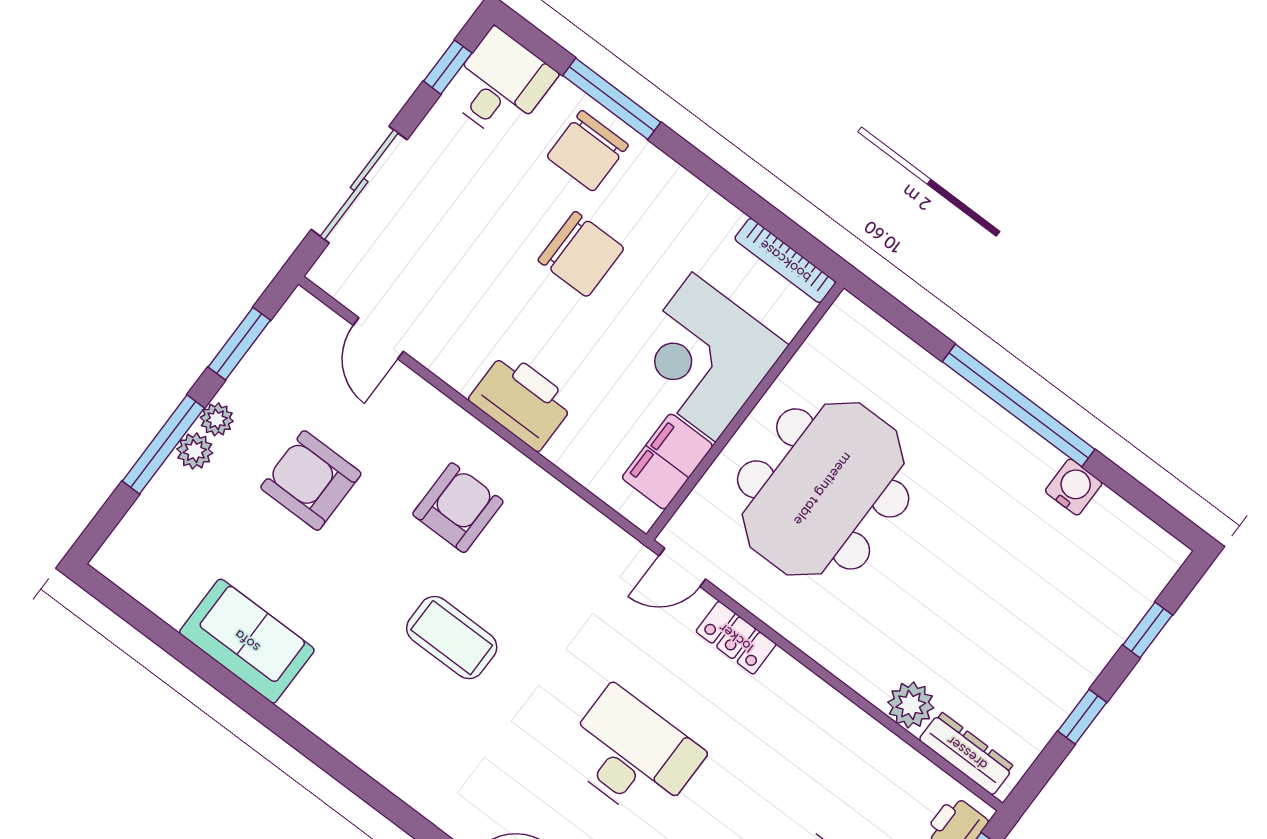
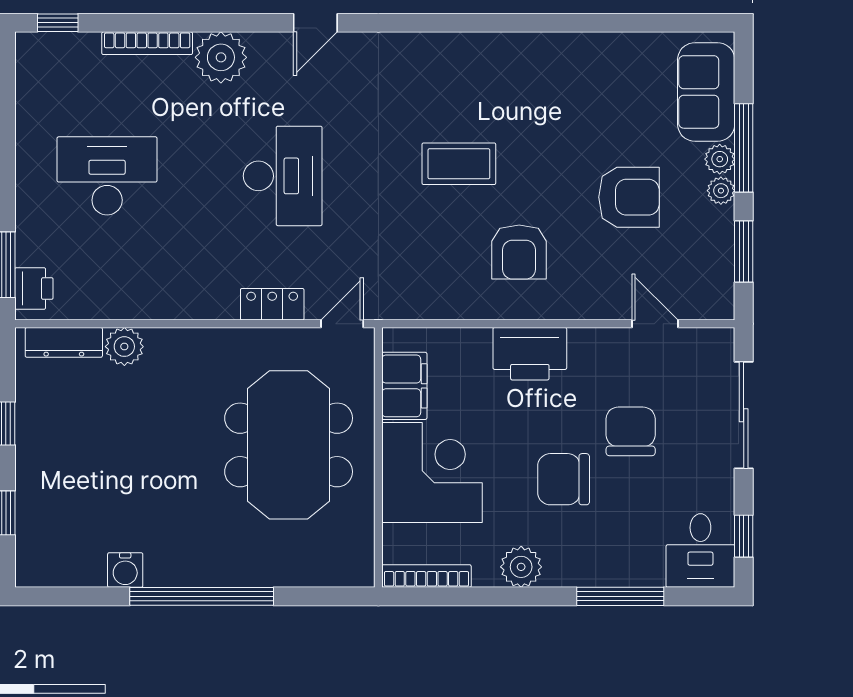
chair: (588, 151) -> (631, 431), moved
plant: (686, 200) -> (521, 567), added
sofa: (247, 641) -> (706, 92), moved, turned 90
desk: (632, 755) -> (283, 176), turned -90

